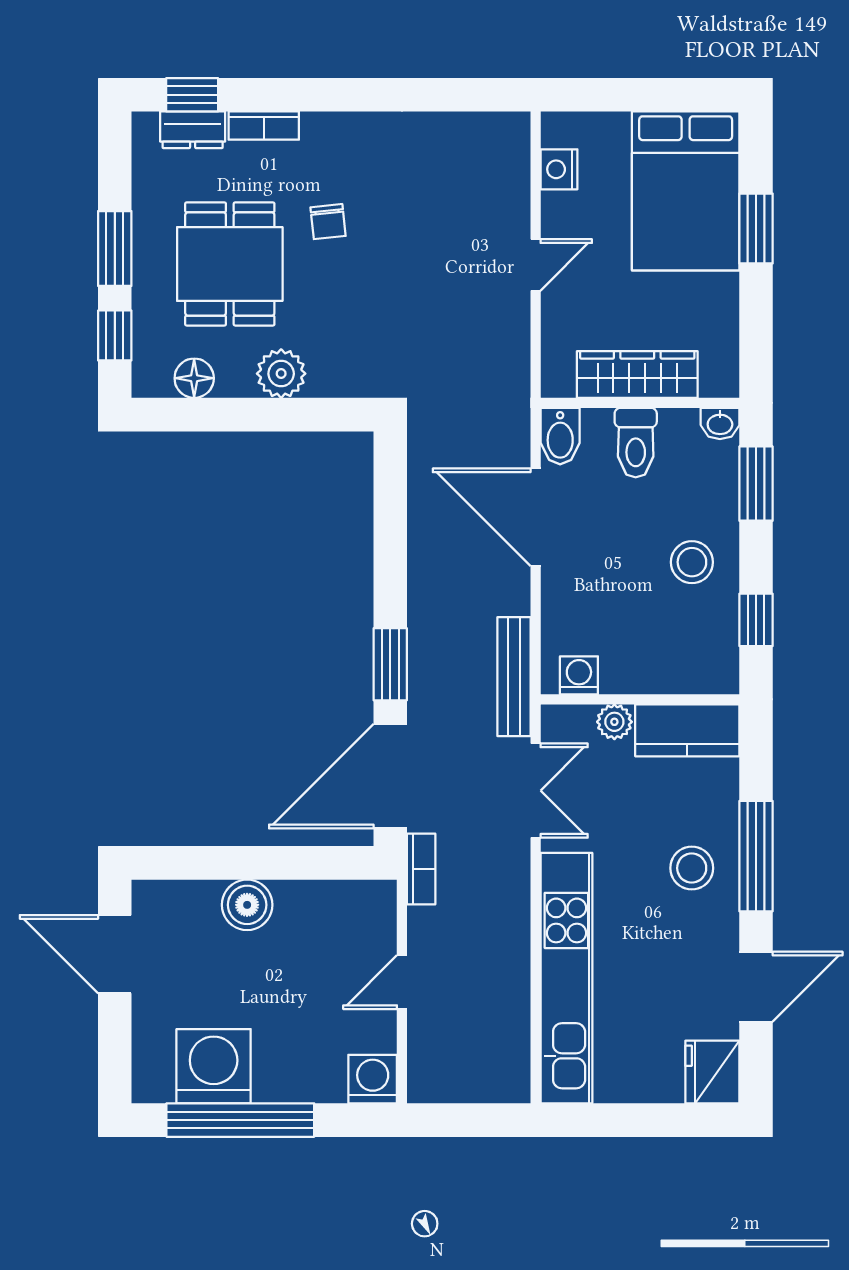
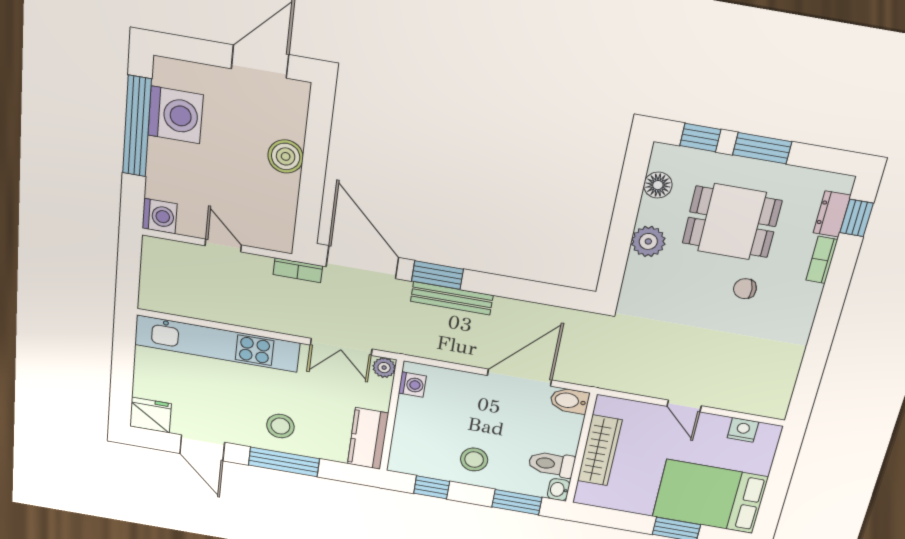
toilet: (636, 443) -> (552, 464), moved
bench: (514, 677) -> (452, 298), moved
plant: (614, 722) -> (384, 368), moved

